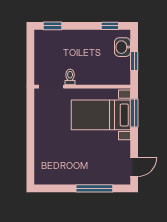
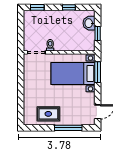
window: (110, 26) -> (69, 7), moved
rug: (68, 170) -> (48, 114), added

